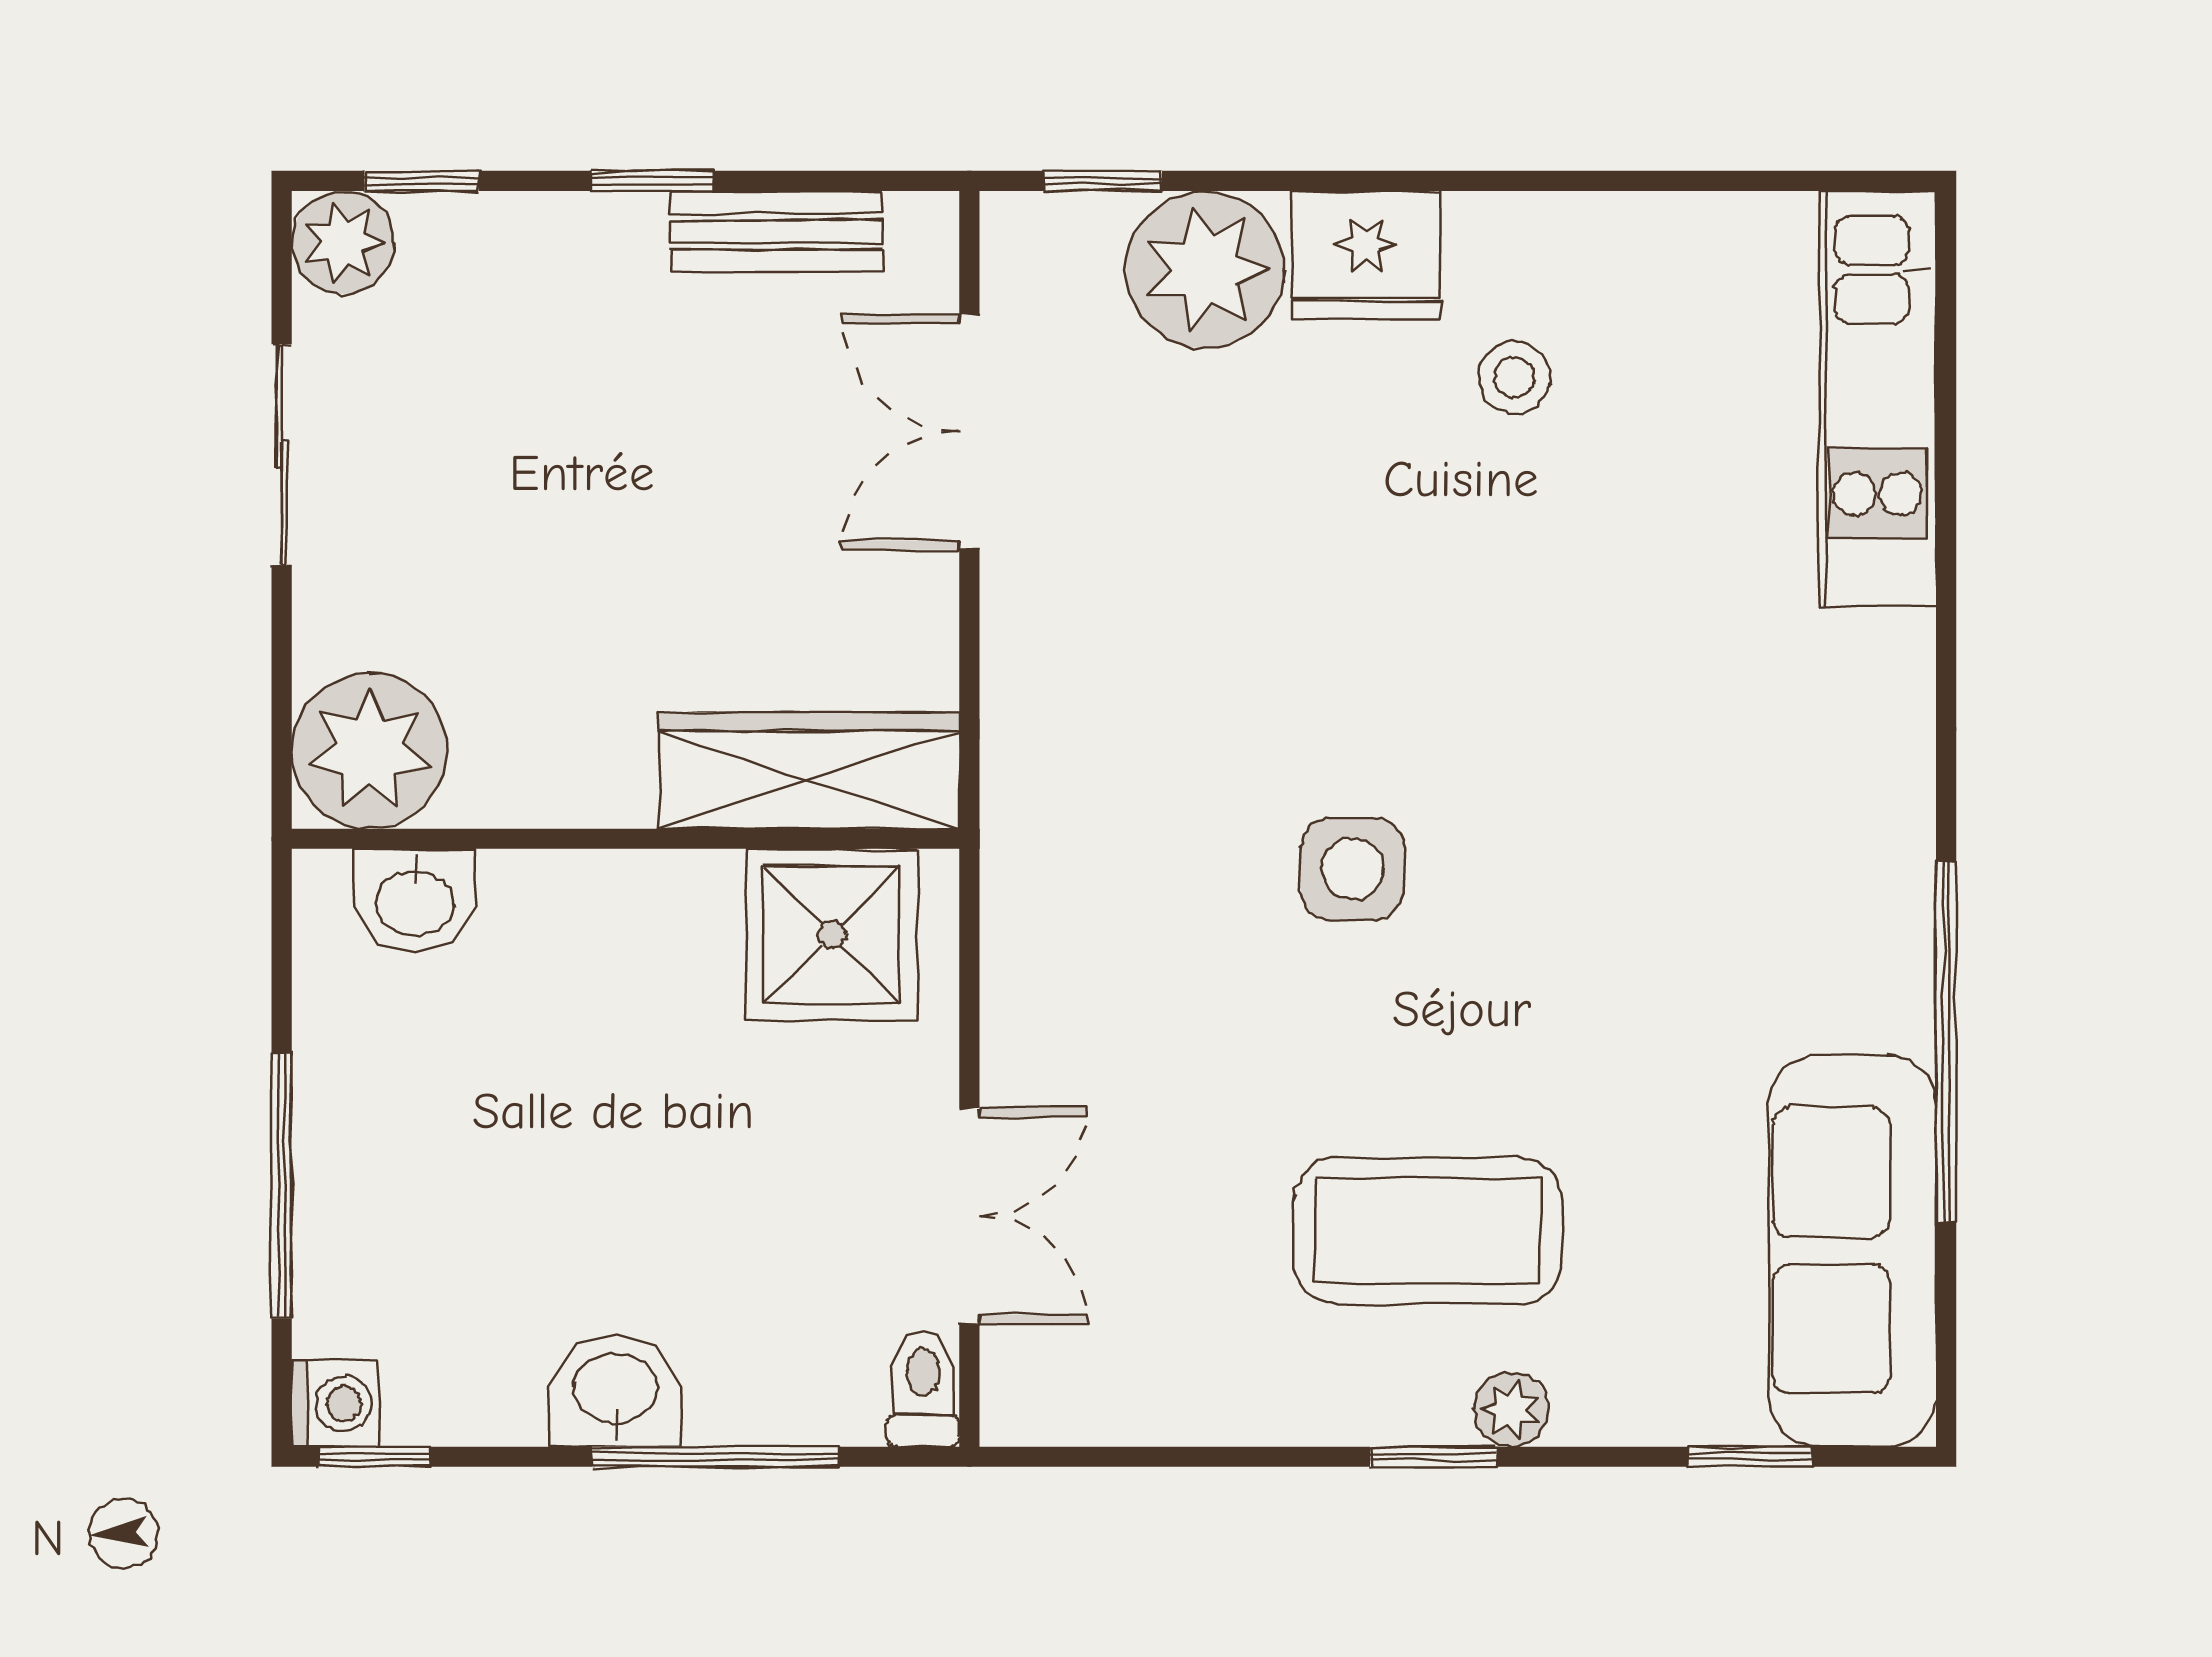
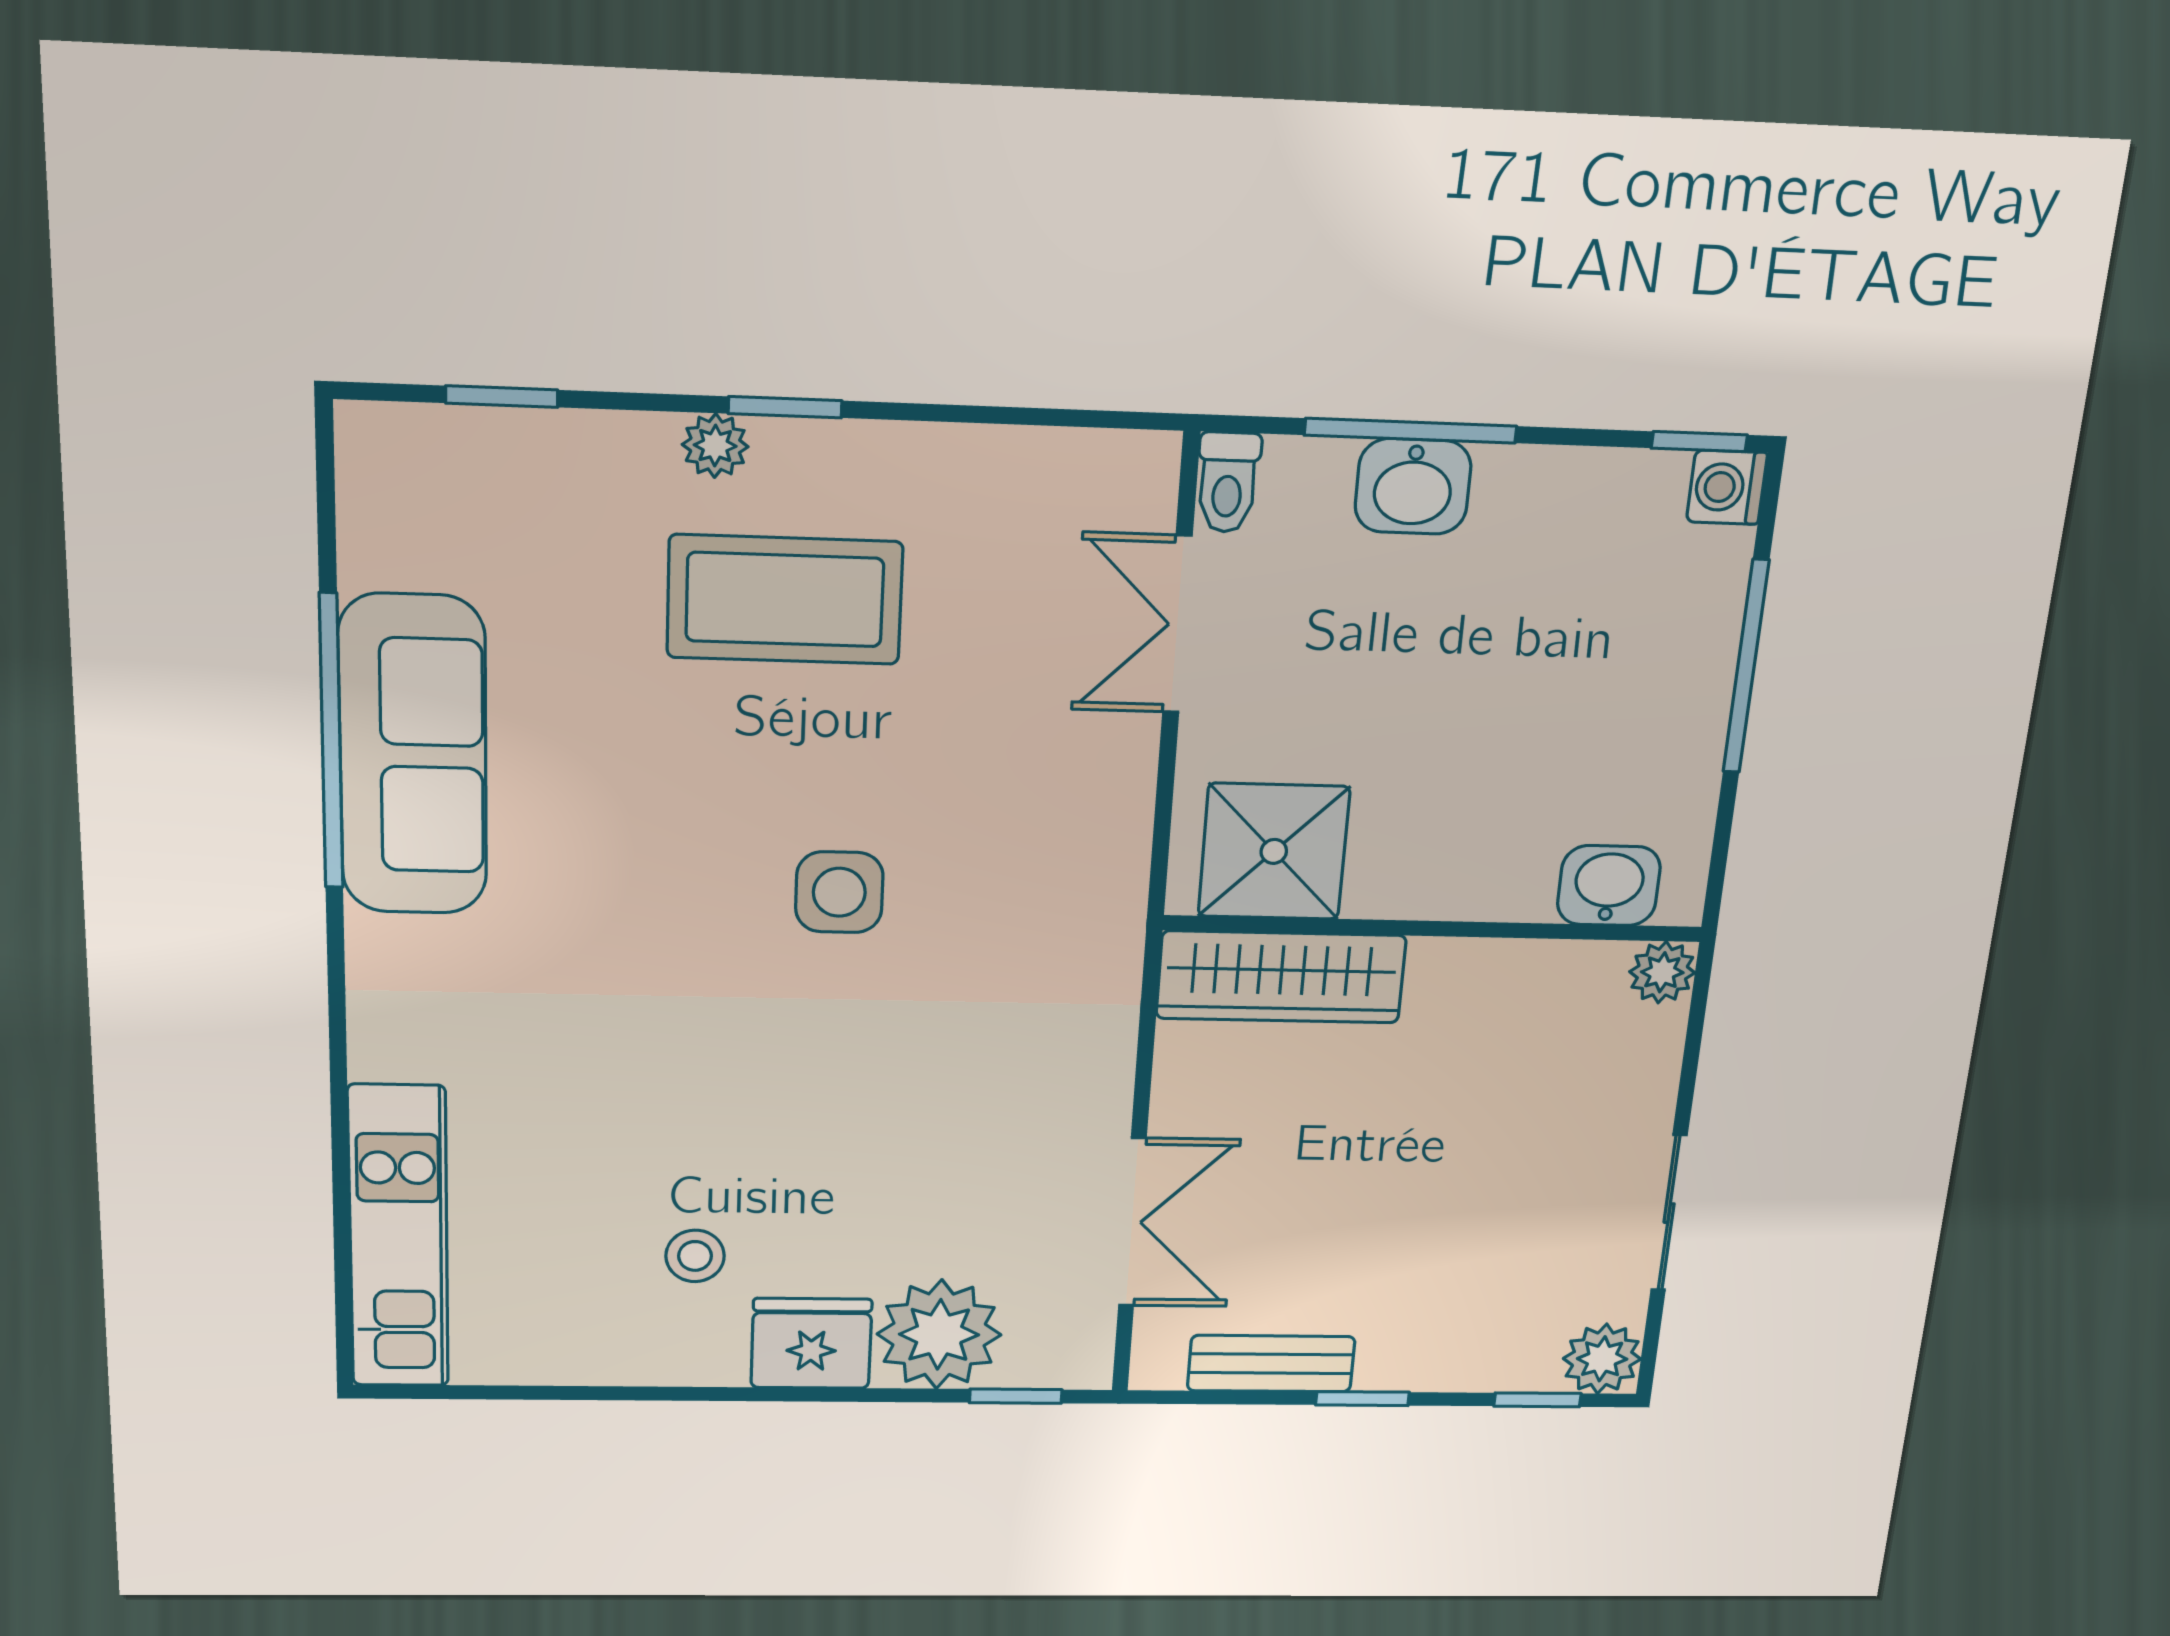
plant: (369, 751) -> (1662, 972), width x0.53, depth x0.53
sofa: (1853, 1251) -> (413, 756), moved
washbasin: (615, 1391) -> (1413, 486), moved

